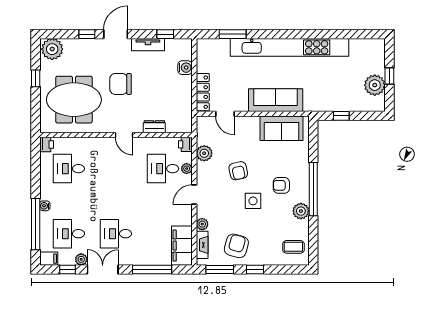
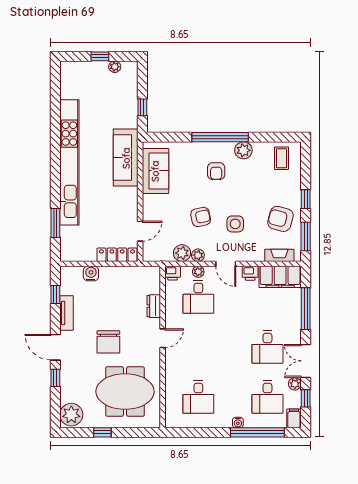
plant: (375, 85) -> (115, 67), width x0.53, depth x0.53
meeting table: (74, 100) -> (125, 392), turned 90
sofa: (276, 100) -> (126, 158), moved
printer: (47, 144) -> (250, 273), moved, turned 180
side table: (253, 201) -> (235, 224), moved
plant: (202, 224) -> (198, 255), moved

